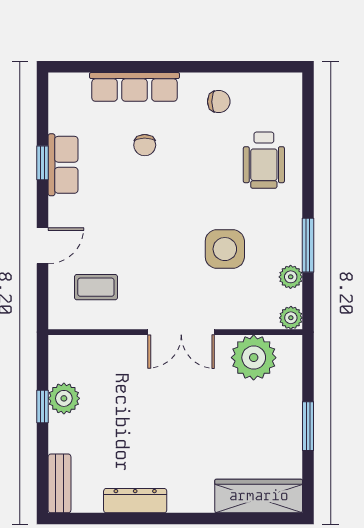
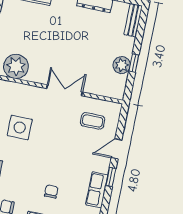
window: (43, 163) -> (111, 177), moved
double door: (181, 332) -> (64, 90), moved

